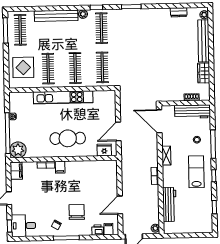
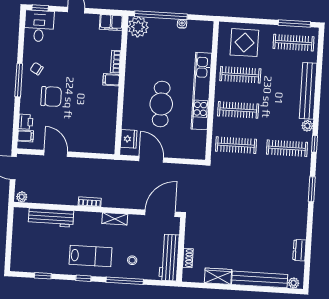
cafe table: (68, 138) -> (161, 104), moved

